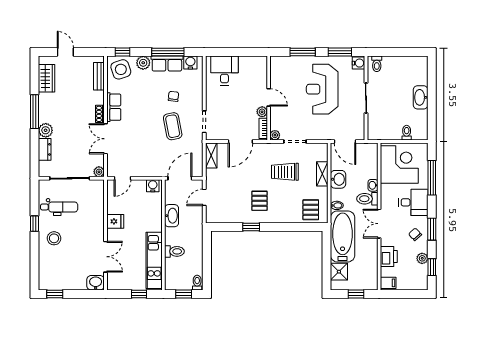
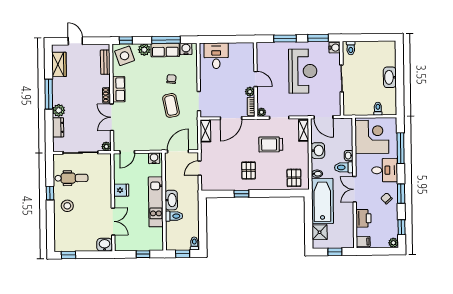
reception desk: (322, 89) -> (303, 71), turned 180
shelving: (322, 174) -> (304, 130), moved
washbasin: (172, 216) -> (171, 200), moved
plant: (422, 258) -> (393, 243), moved
kitchen unit: (154, 260) -> (156, 202), moved

